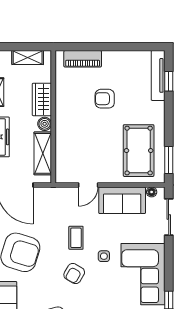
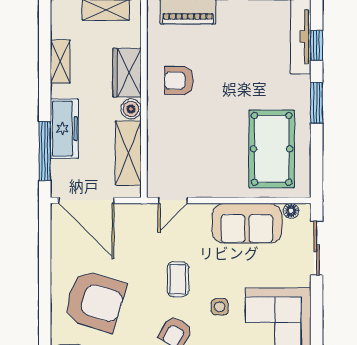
armchair: (105, 99) -> (179, 81), moved
window: (169, 160) -> (317, 103), moved
door: (88, 185) -> (173, 200), moved

